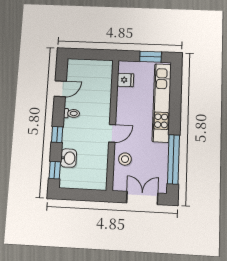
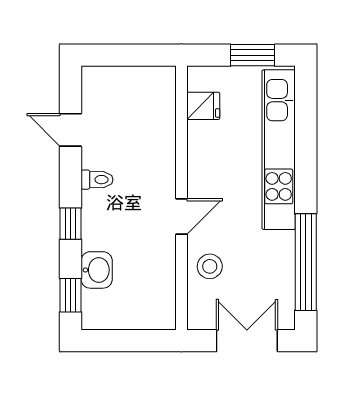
door: (60, 89) -> (70, 130), swing flipped

